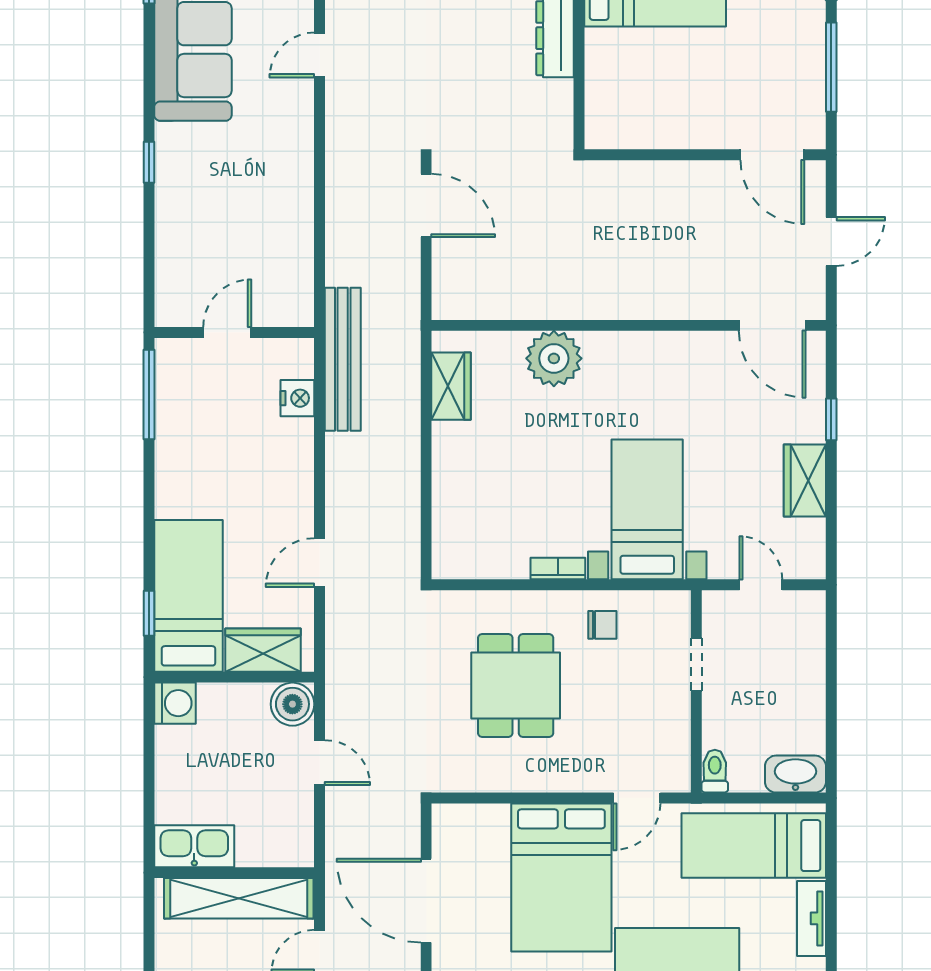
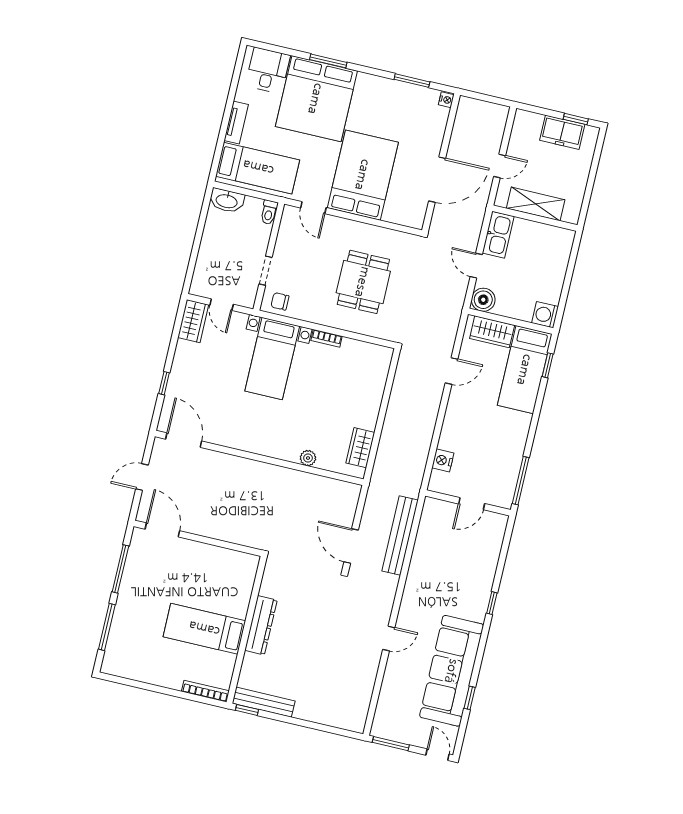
plant: (554, 358) -> (308, 458), width x0.53, depth x0.53
bench: (343, 359) -> (400, 536), moved
wardrobe: (805, 481) -> (193, 321), moved
chair: (602, 625) -> (280, 301), moved
door: (637, 798) -> (313, 208), swing flipped
kitchen sink: (194, 846) -> (498, 235), moved, turned -90
shelving: (239, 898) -> (536, 204), width x0.68
door: (426, 901) -> (437, 180), hinge flipped

